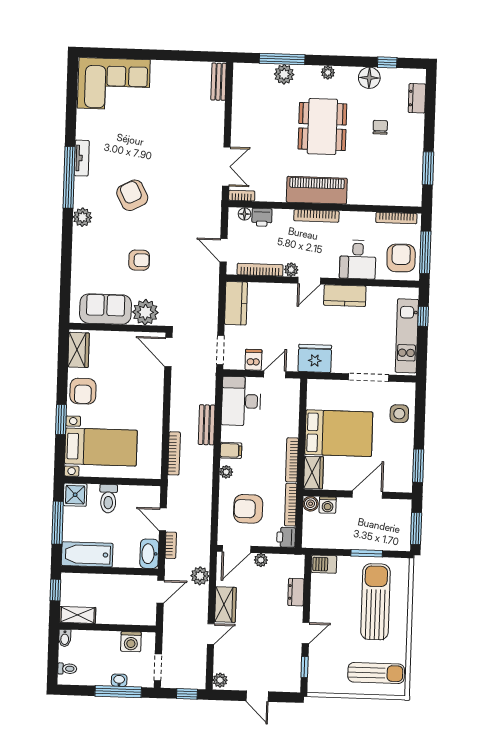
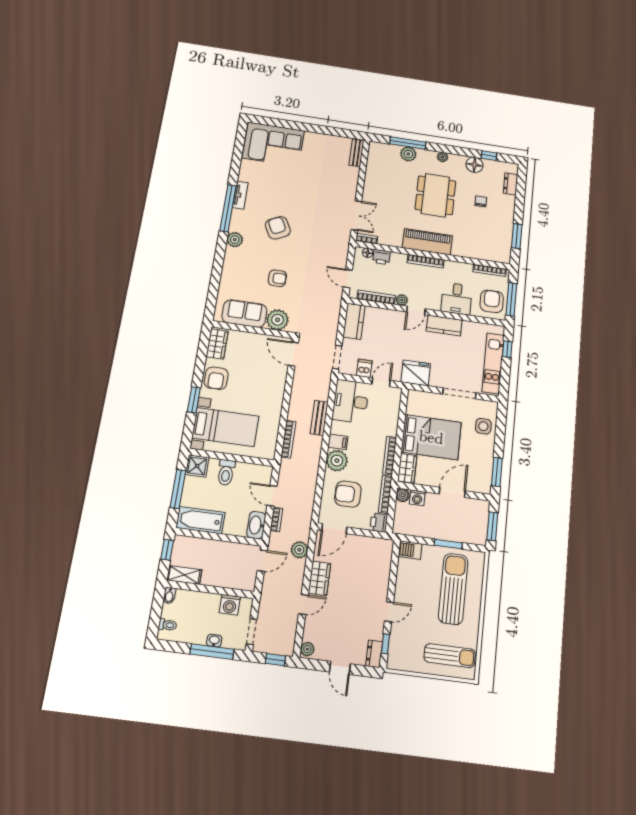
plant: (226, 472) -> (337, 461), width x1.88, depth x1.88
plant: (261, 560) -> (355, 541), removed
dresser: (296, 592) -> (374, 654), moved

